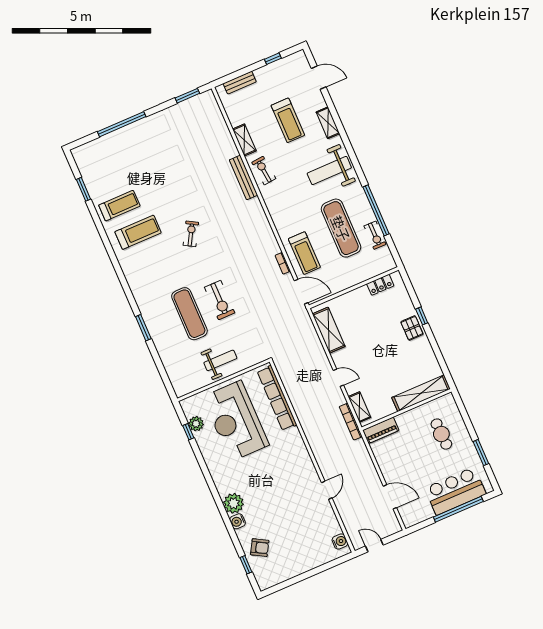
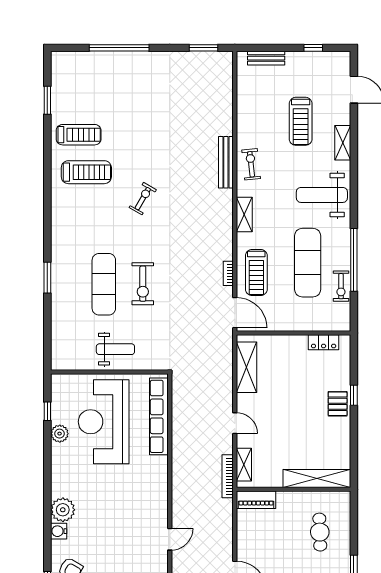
shelving: (244, 140) -> (244, 215), moved
plant: (196, 424) -> (60, 434), moved

